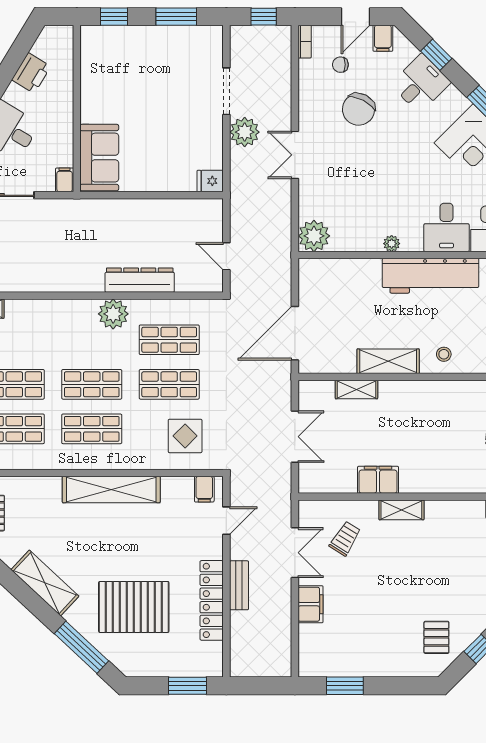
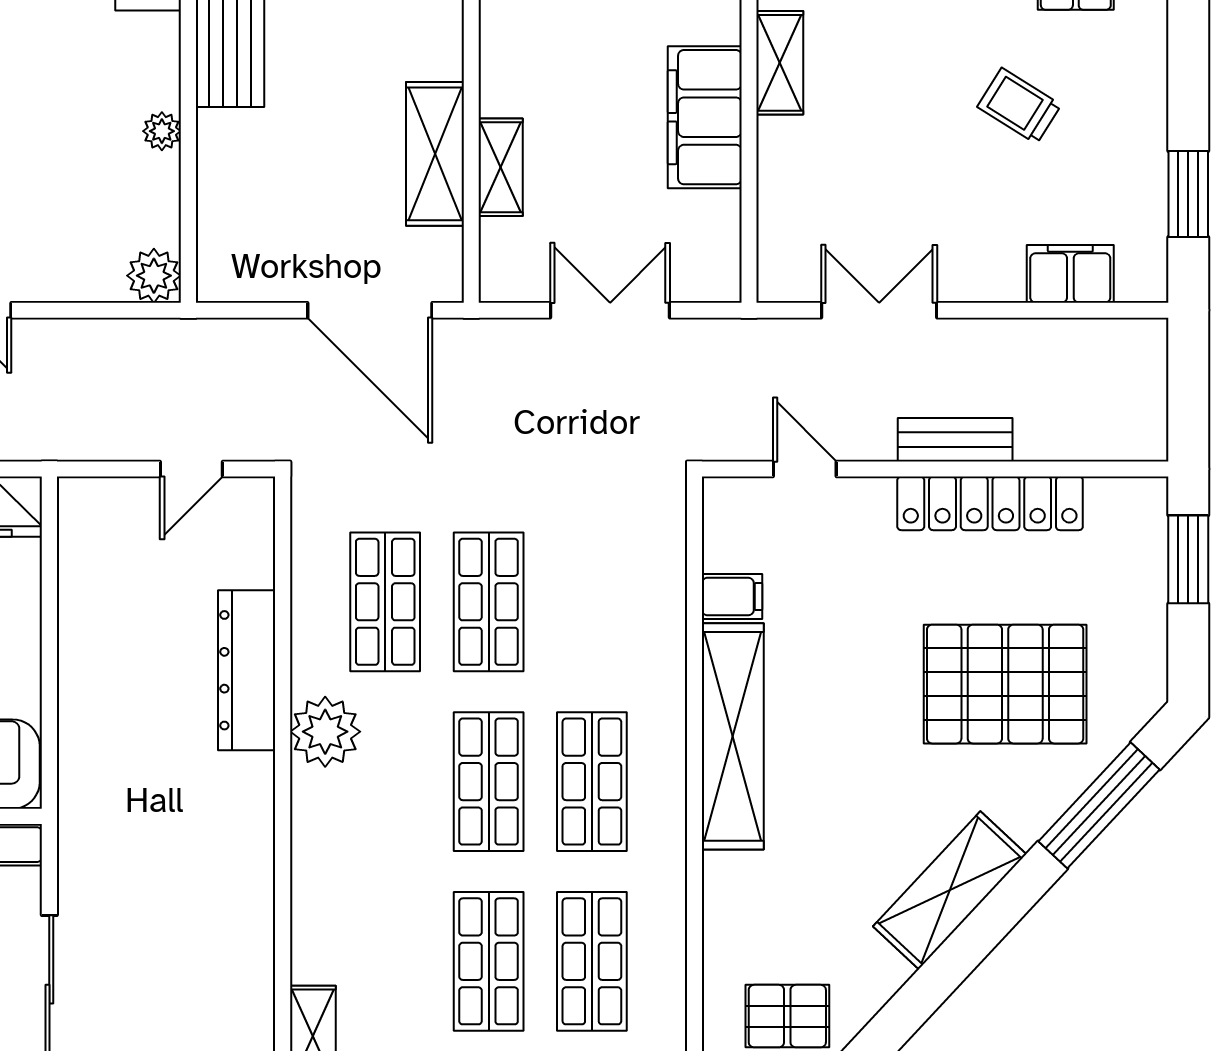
plant: (314, 236) -> (154, 276), width x0.73, depth x0.73
plant: (392, 244) -> (162, 131), moved
shelving: (388, 361) -> (435, 154), moved
display table: (185, 436) -> (608, 565), removed
filing cabinet: (378, 480) -> (705, 117), width x1.50, depth x1.17
filing cabinet: (204, 489) -> (732, 597), moved
trolley: (345, 538) -> (1019, 106), moved
filing cabinet: (311, 604) -> (1070, 274), moved
pallet: (134, 607) -> (1005, 684), turned 90

